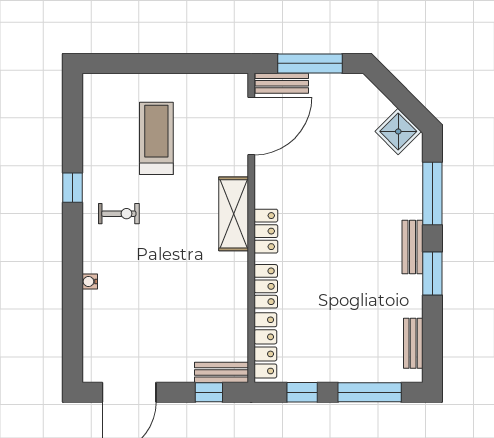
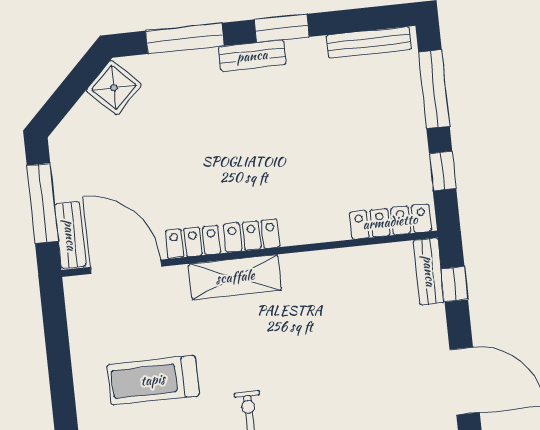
locker: (266, 286) -> (193, 242), moved
bench: (413, 343) -> (369, 42), width x1.36

